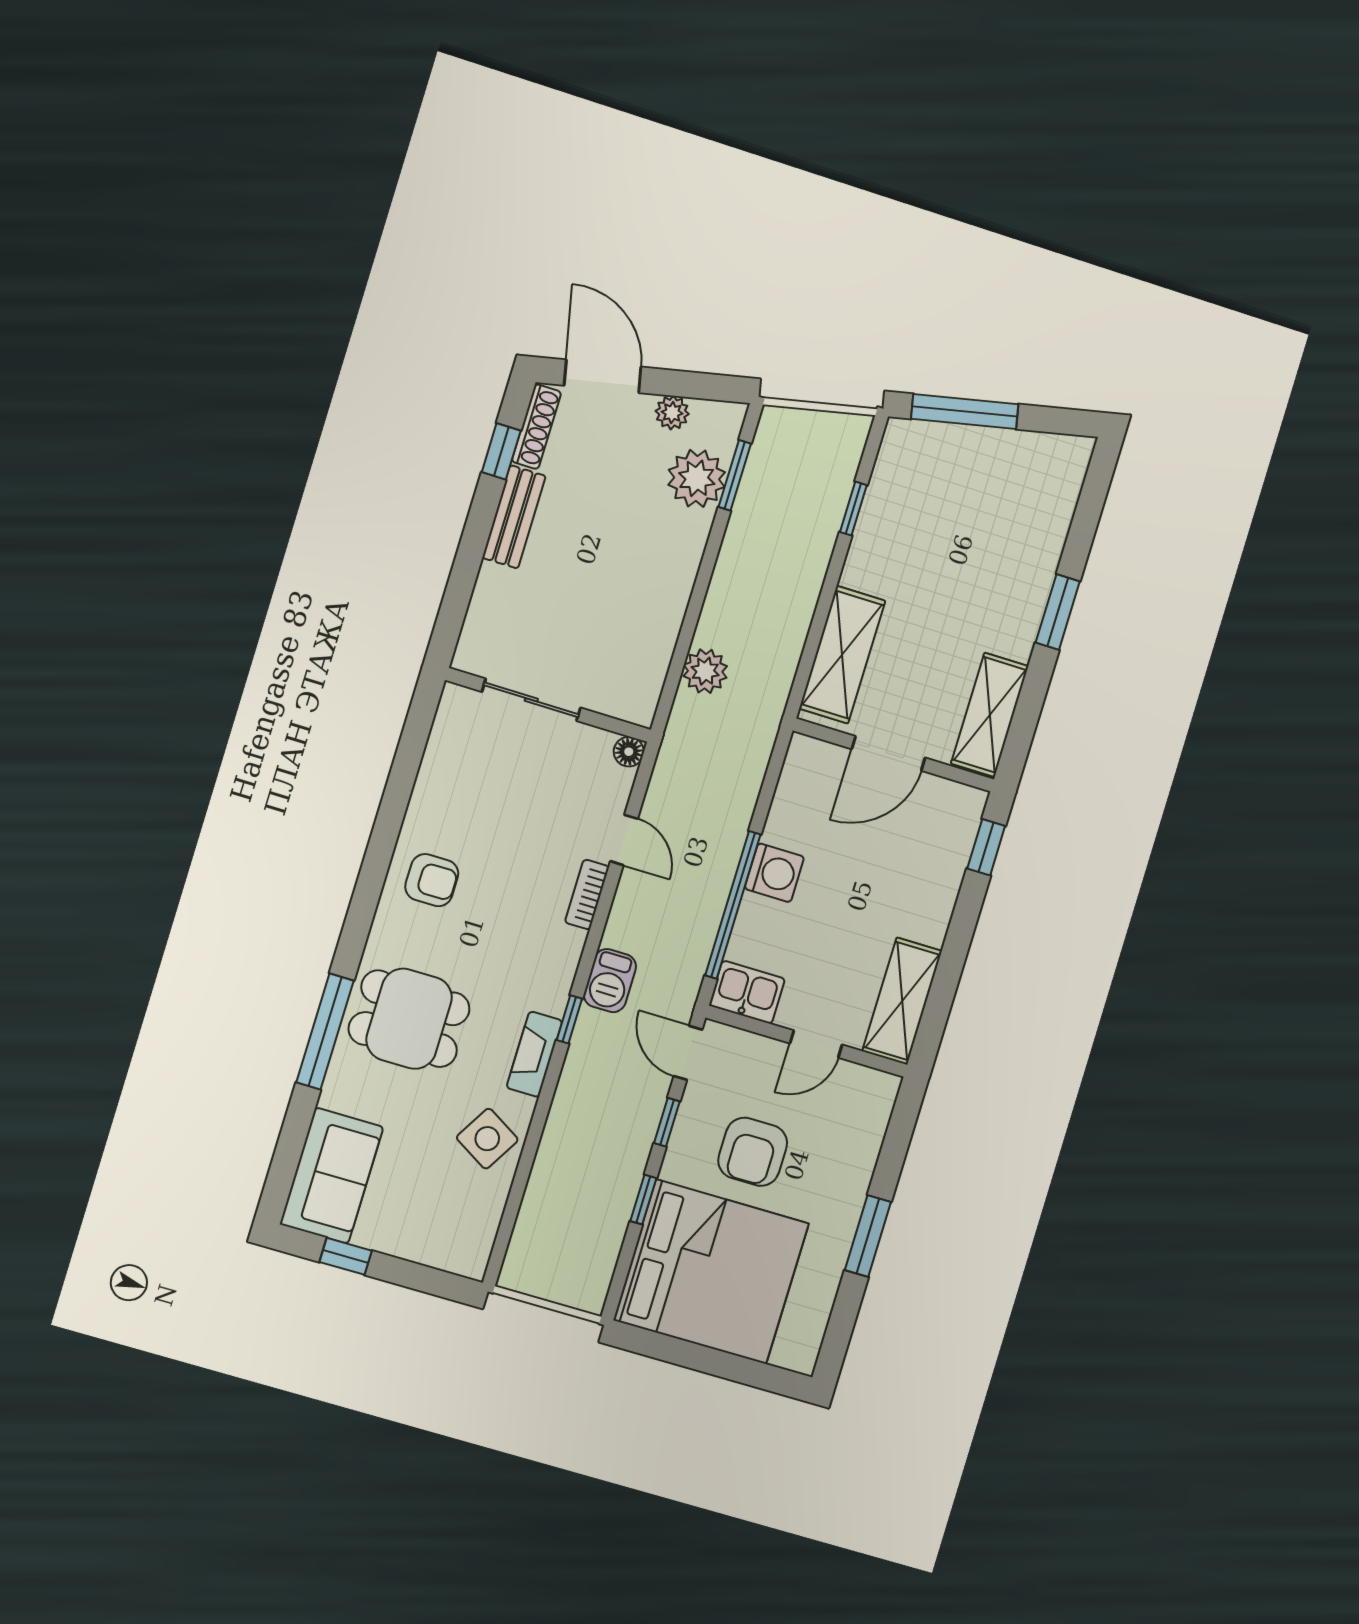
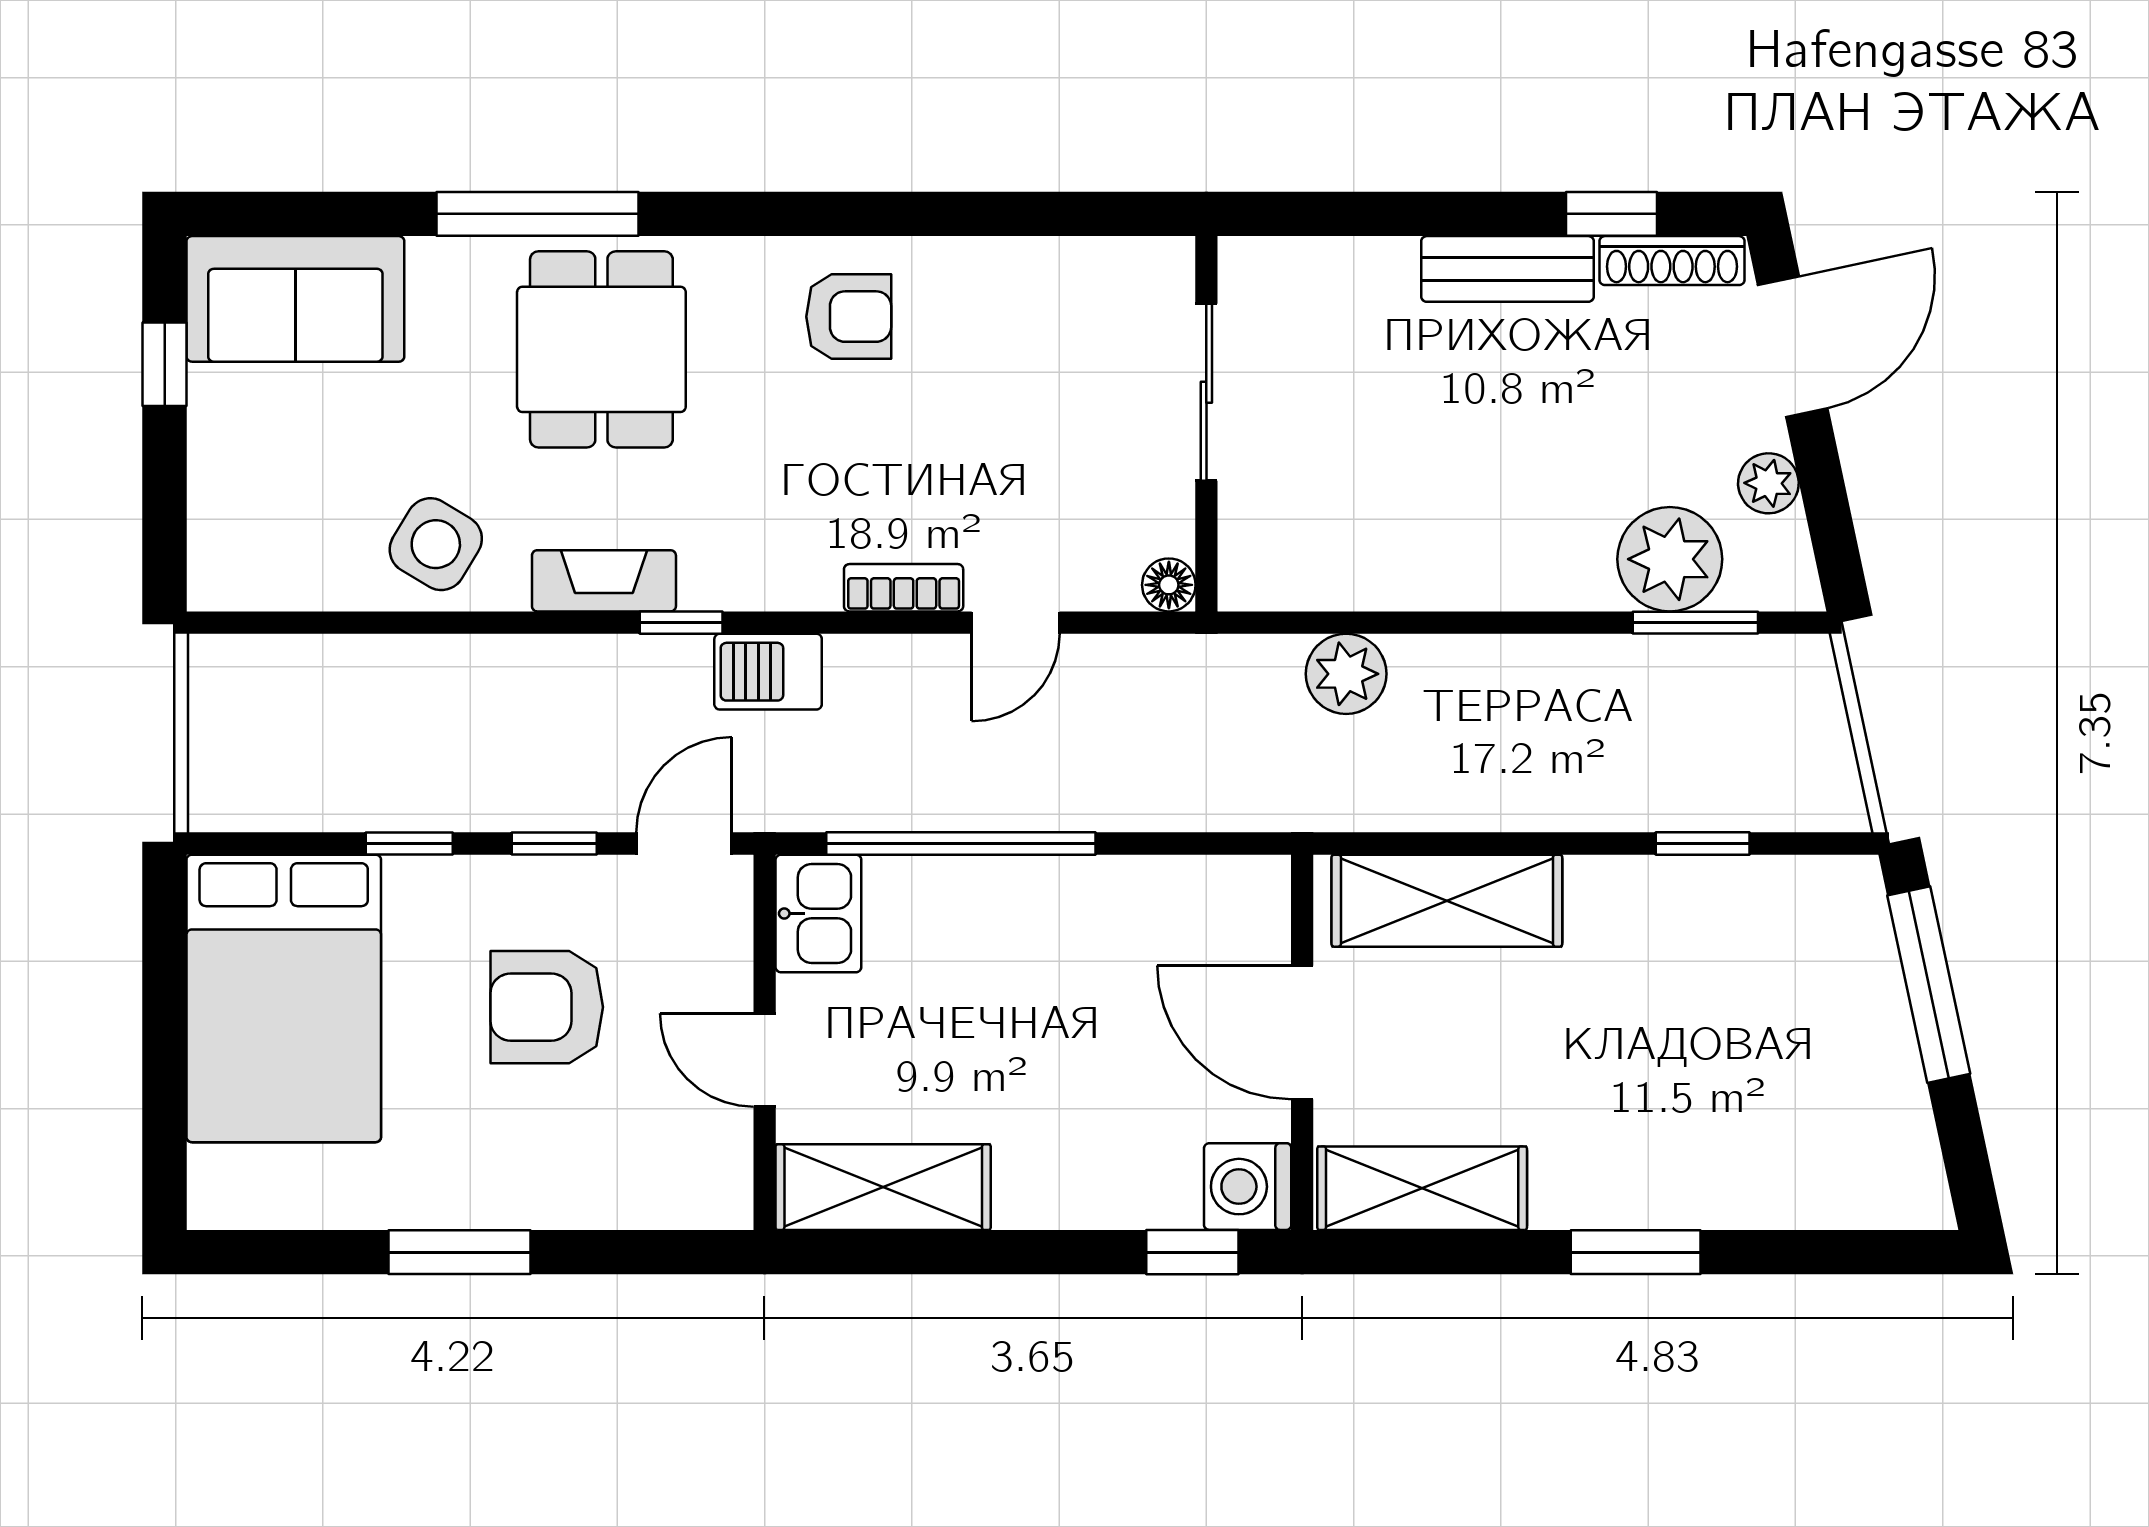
washing machine: (774, 873) -> (1248, 1187), moved, turned 90
armchair: (432, 880) -> (849, 317), turned -90
bed: (711, 1272) -> (284, 998), width x0.73

